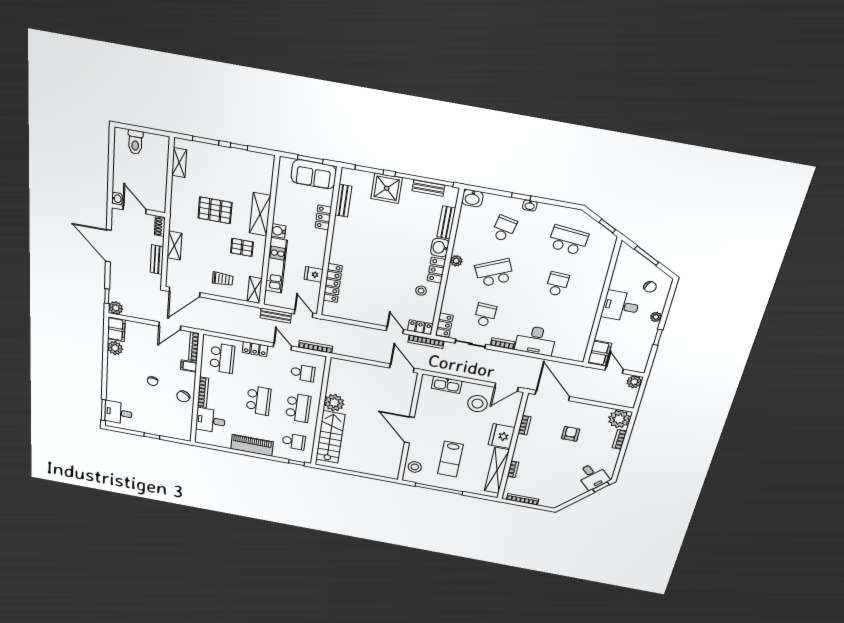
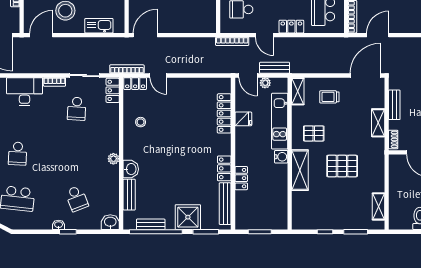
sofa: (314, 174) -> (255, 218), removed
bench: (343, 201) -> (225, 204), width x1.36
school desk: (504, 229) -> (77, 199), turned -33
locker: (436, 270) -> (224, 168), moved, turned 180
school desk: (494, 273) -> (77, 154), removed
plant: (287, 304) -> (265, 83), added
door: (402, 368) -> (145, 35), swing flipped

